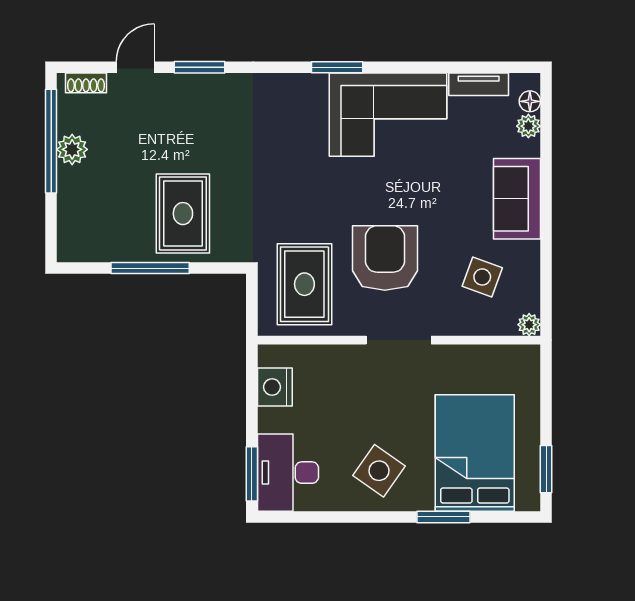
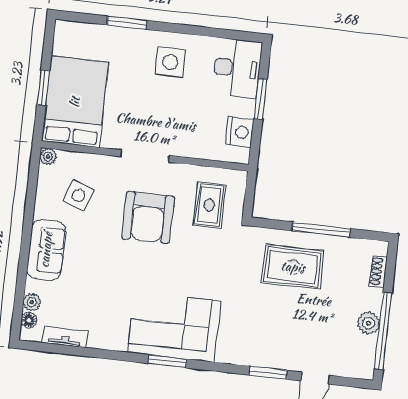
shoe rack: (86, 83) -> (378, 272), moved, turned -90
corner sofa: (388, 115) -> (174, 327), moved
rug: (183, 214) -> (293, 267), turned 90
rug: (304, 284) -> (209, 205), width x0.73, depth x0.70
bed: (475, 453) -> (75, 102), moved, turned 180
window: (546, 469) -> (43, 88), moved
side table: (379, 471) -> (170, 62), turned -35
window: (252, 474) -> (260, 99), moved

